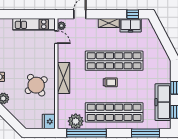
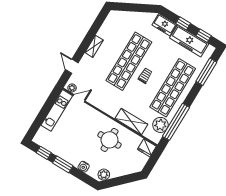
window: (133, 14) -> (99, 22), removed
freezer: (131, 25) -> (164, 25), moved, turned 90
shelving: (63, 78) -> (131, 121), moved
round table: (36, 85) -> (109, 140), turned 35

